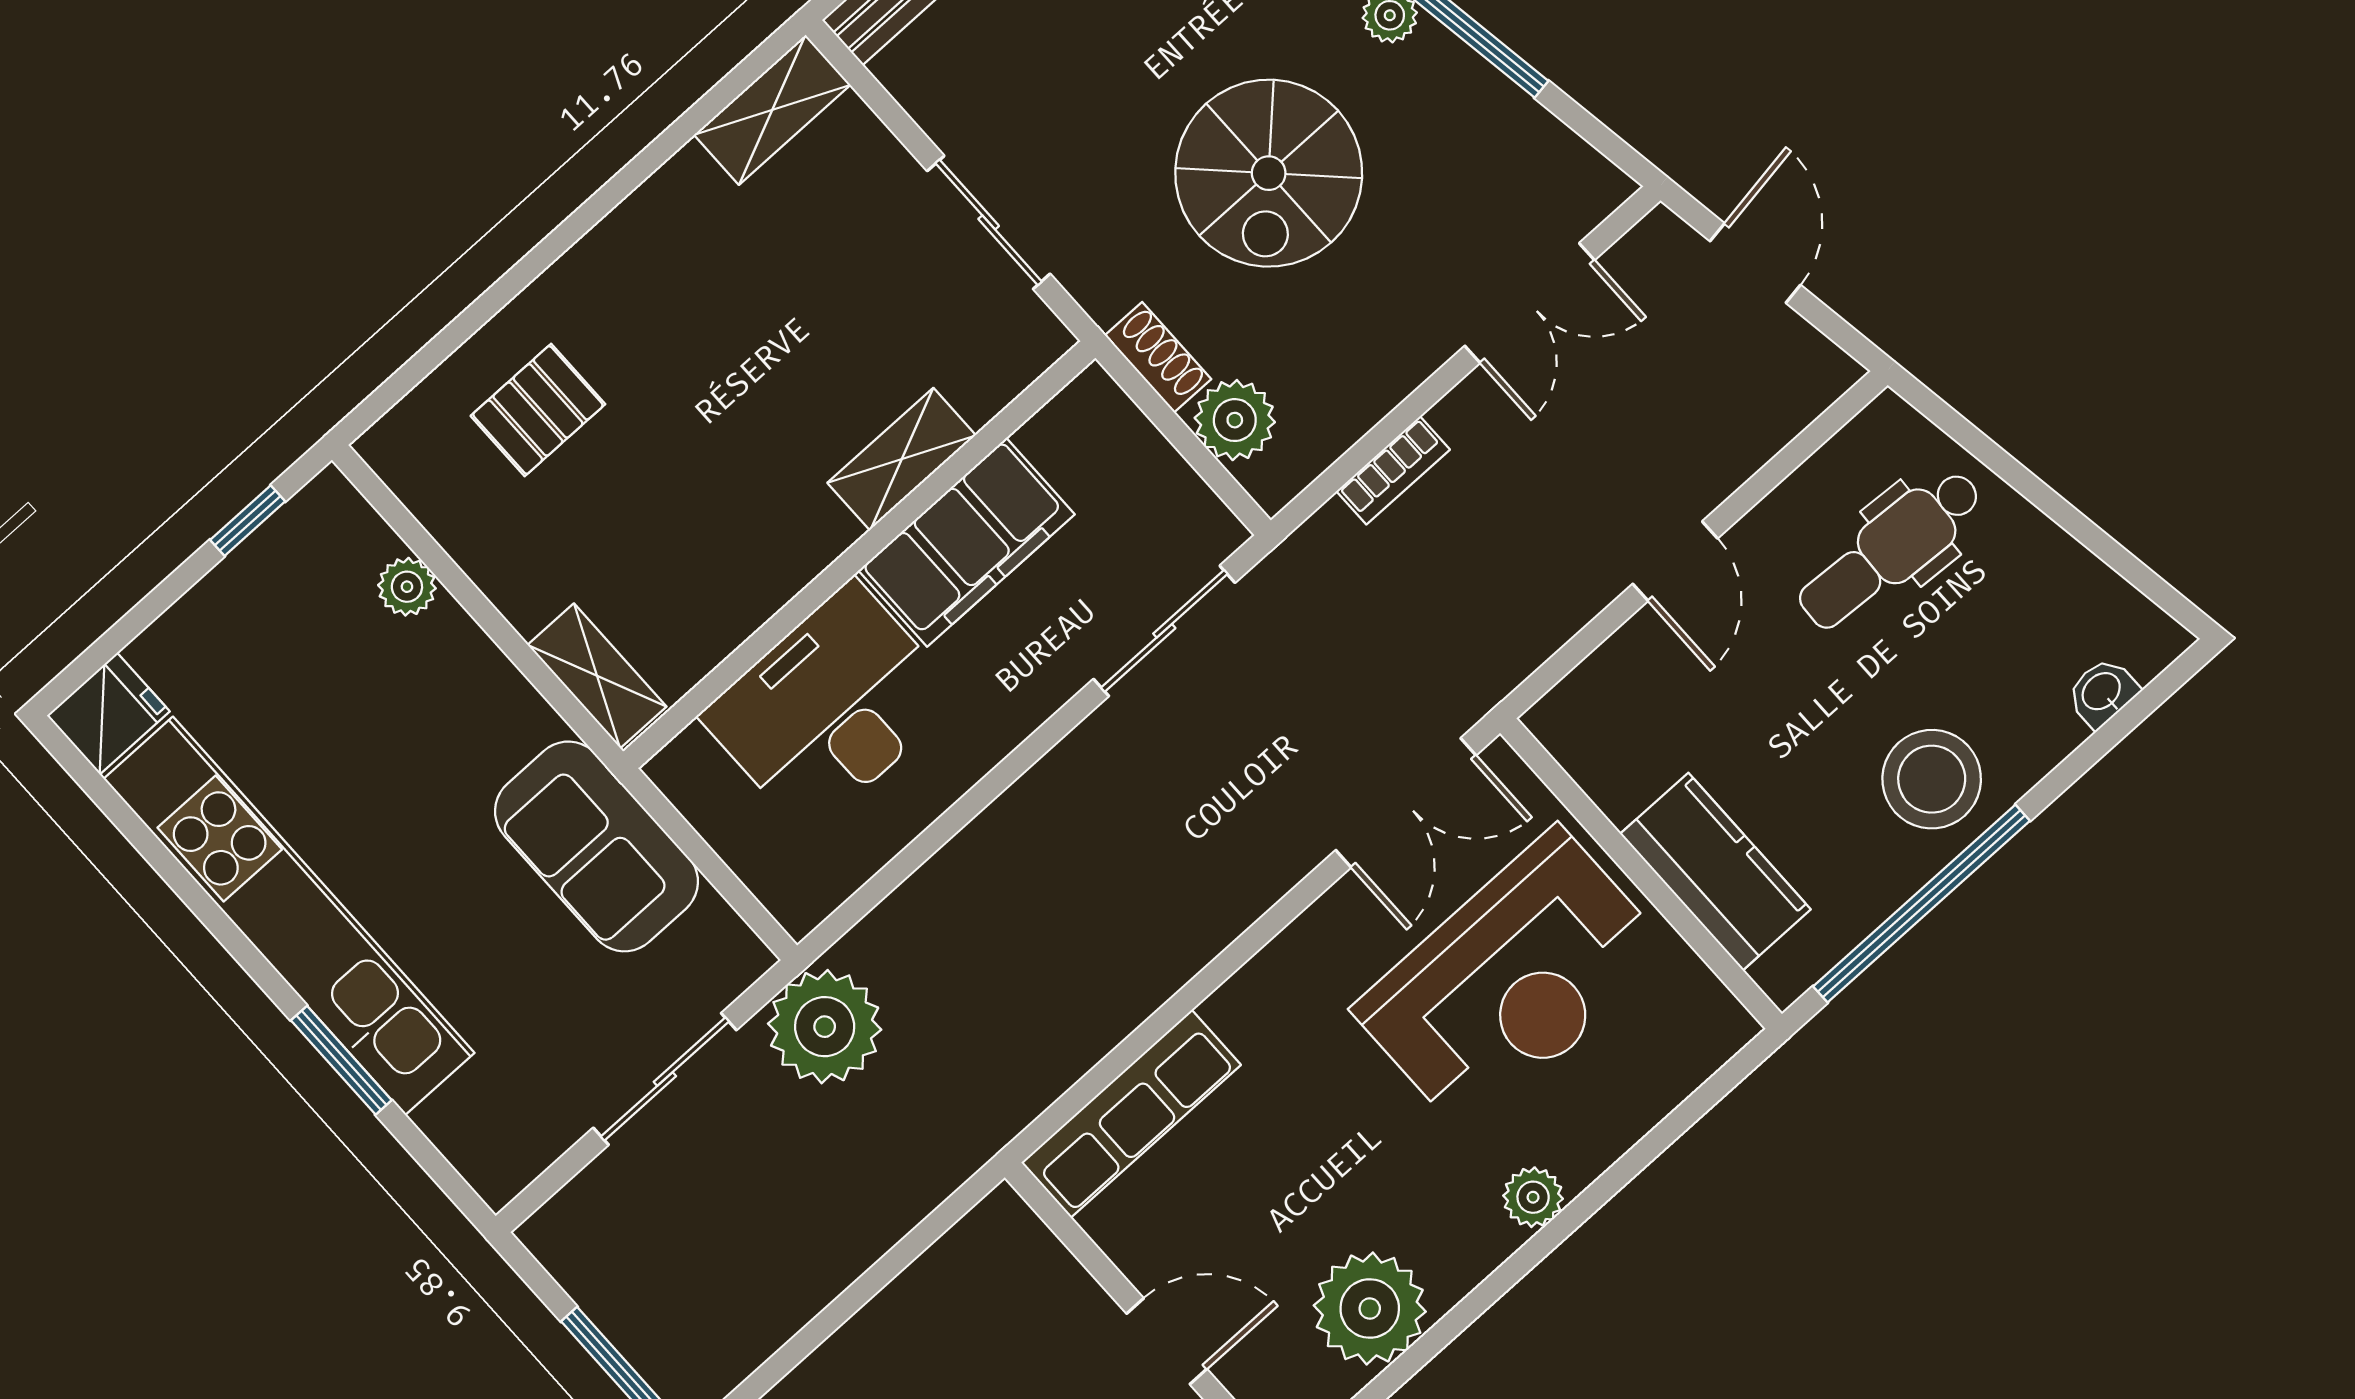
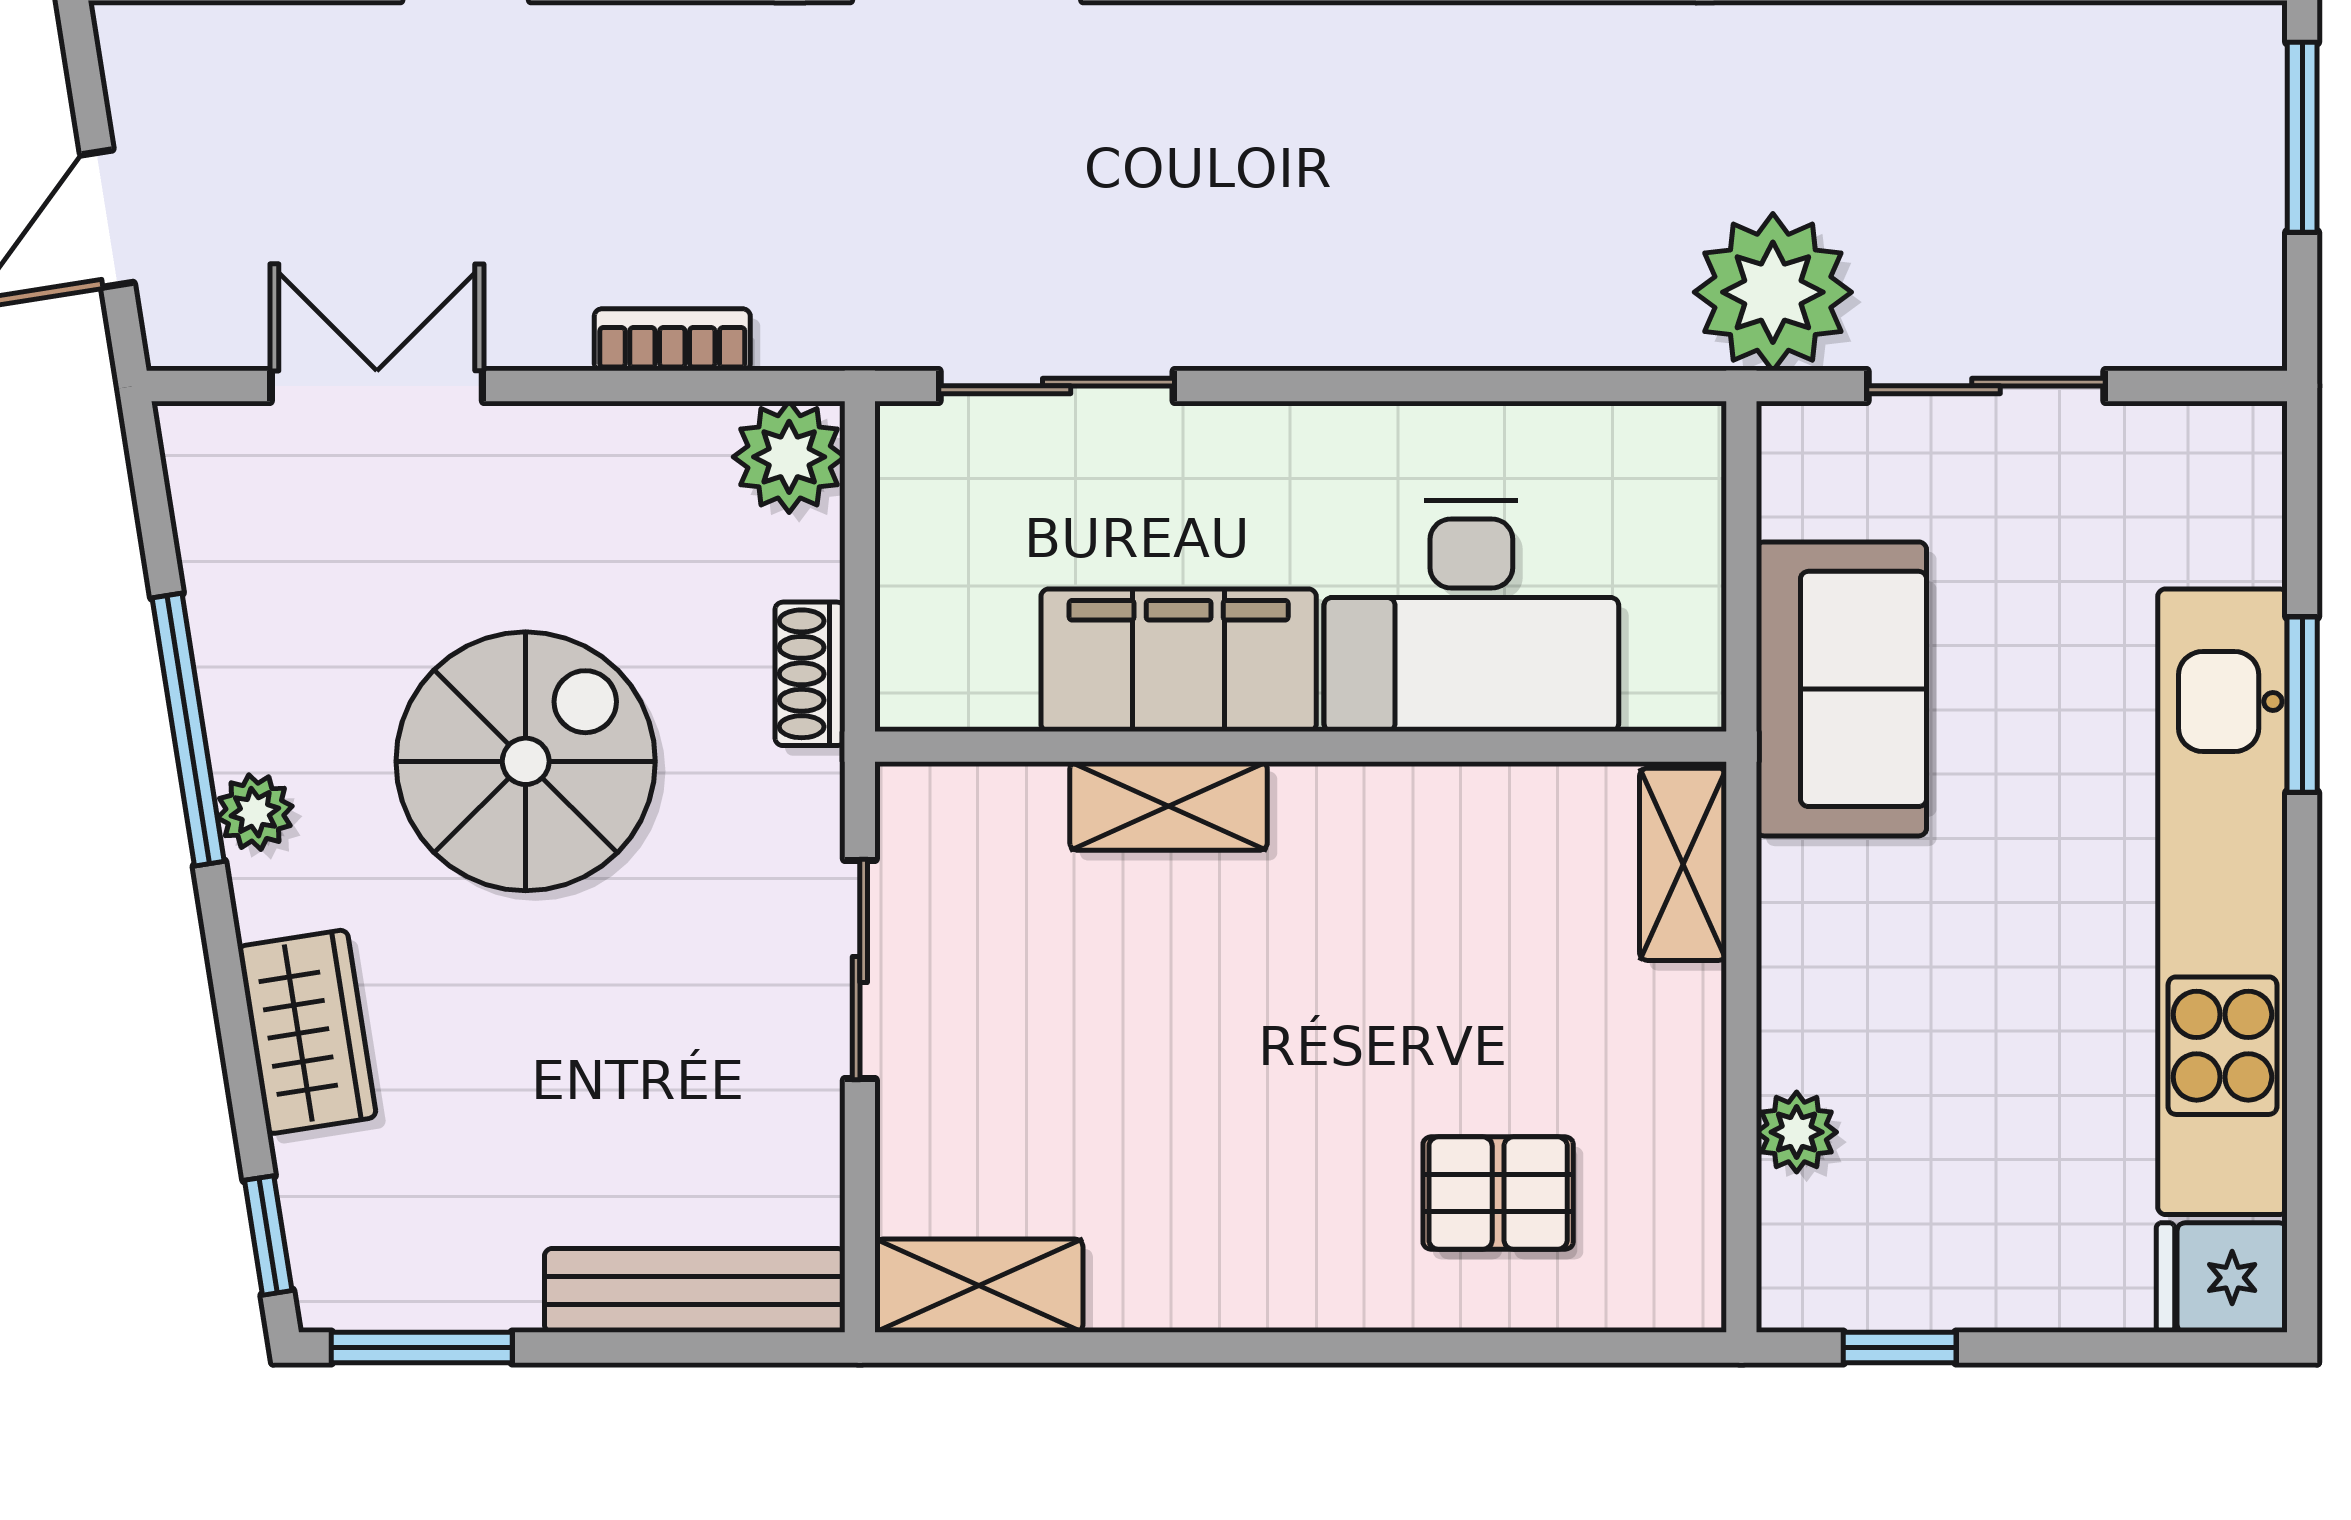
plant: (1235, 420) -> (789, 457), moved

